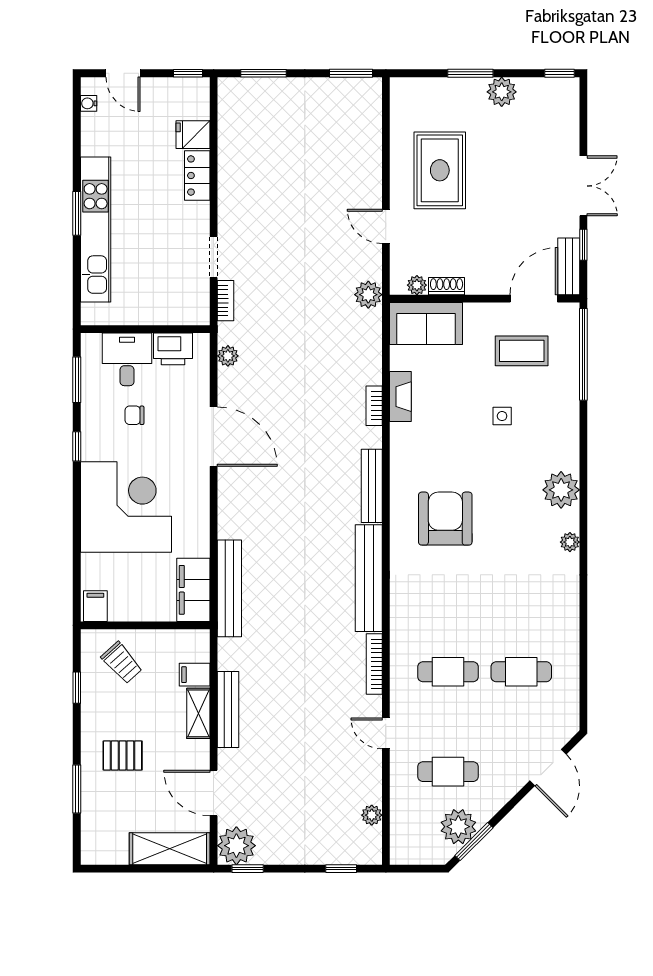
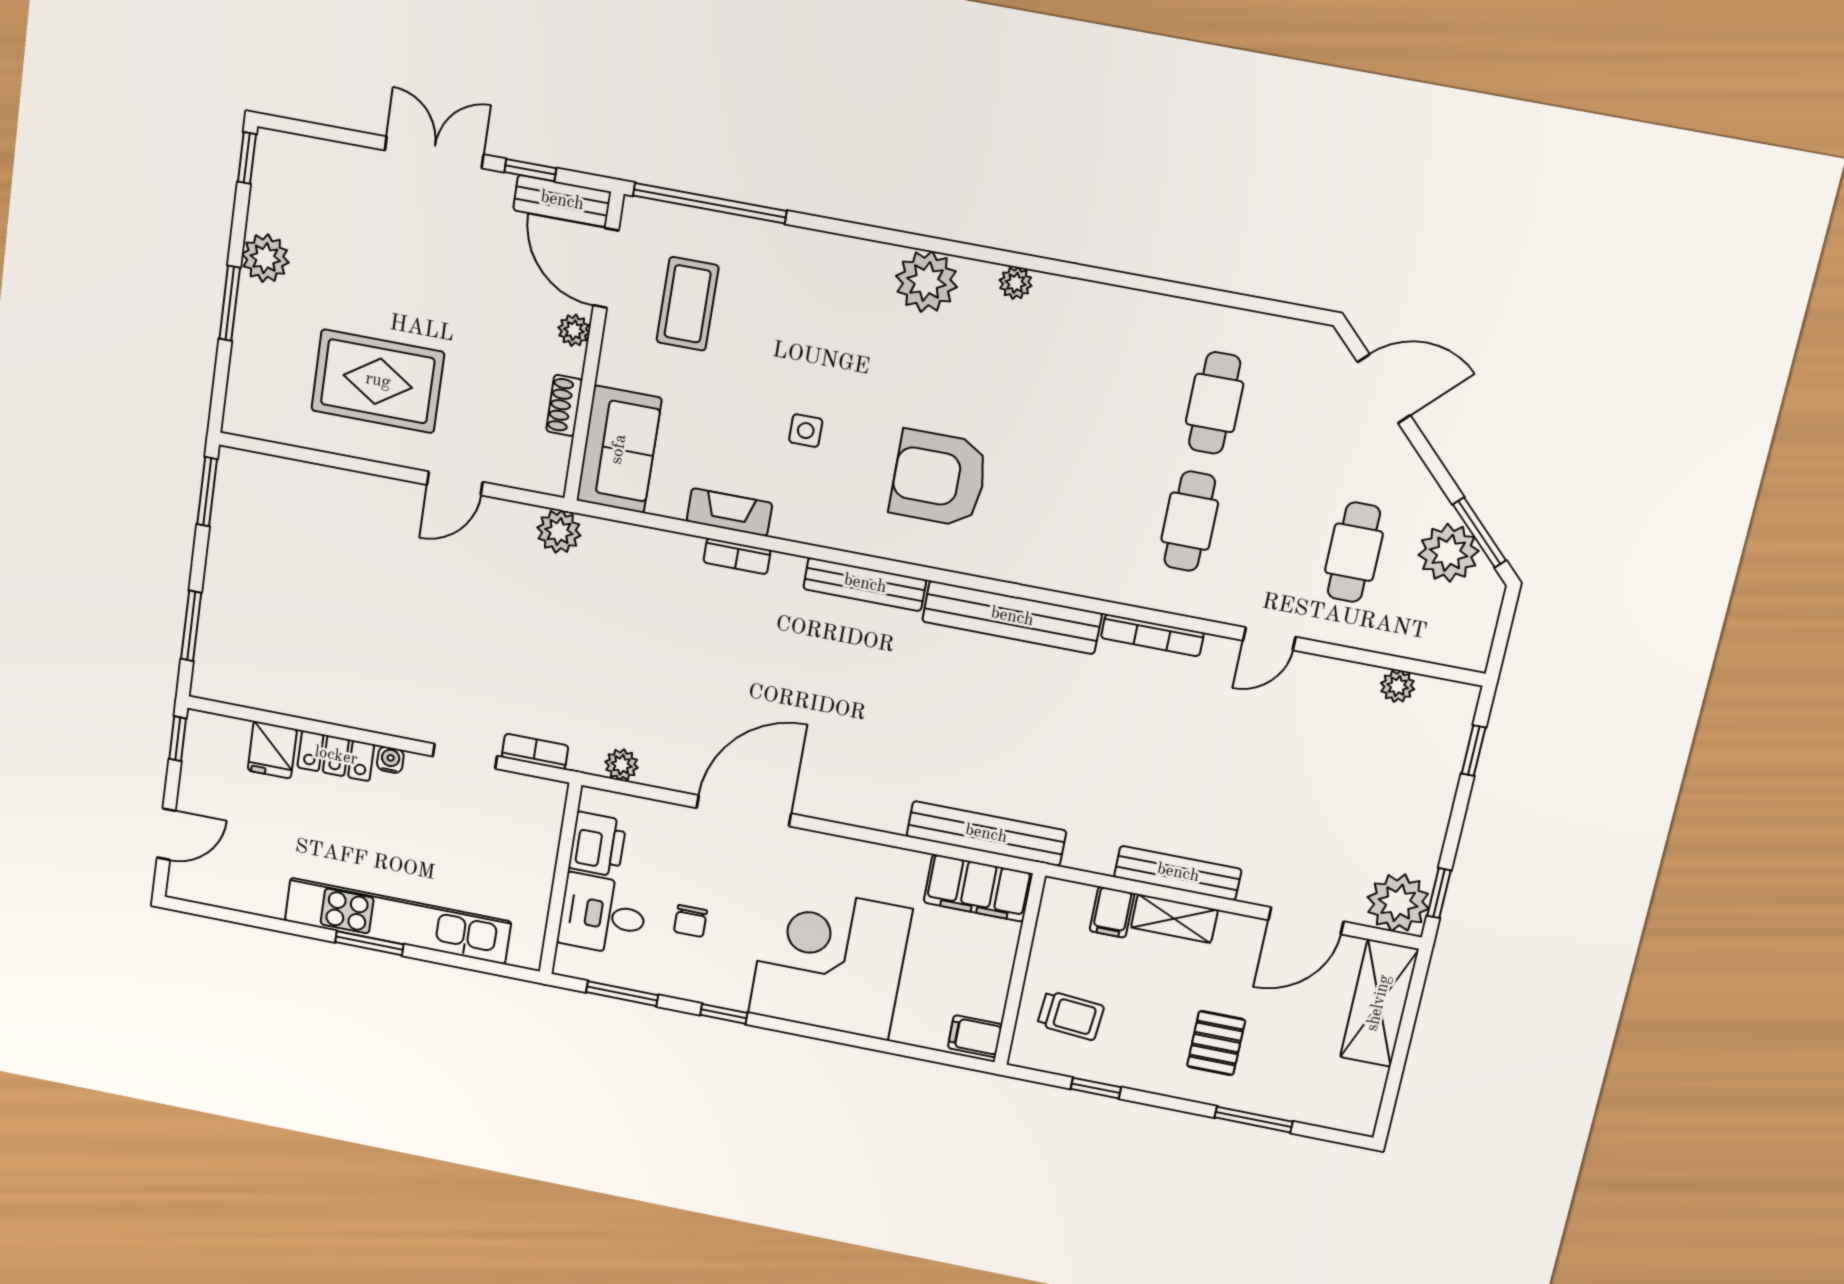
water cooler: (89, 103) -> (390, 760), moved, turned 180
plant: (417, 285) -> (574, 330), moved
side table: (502, 416) -> (806, 431), moved
trolley: (122, 663) -> (1071, 1016), turned 47

